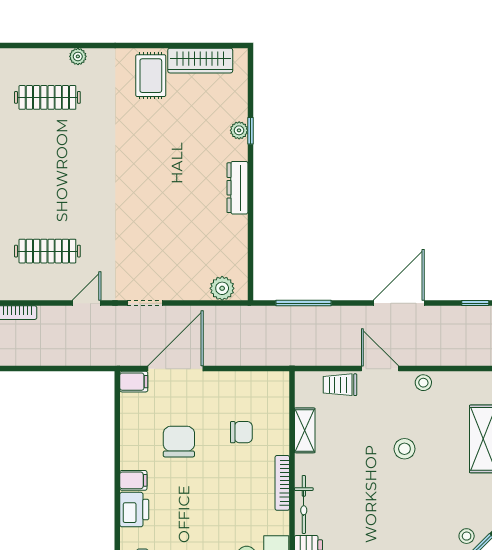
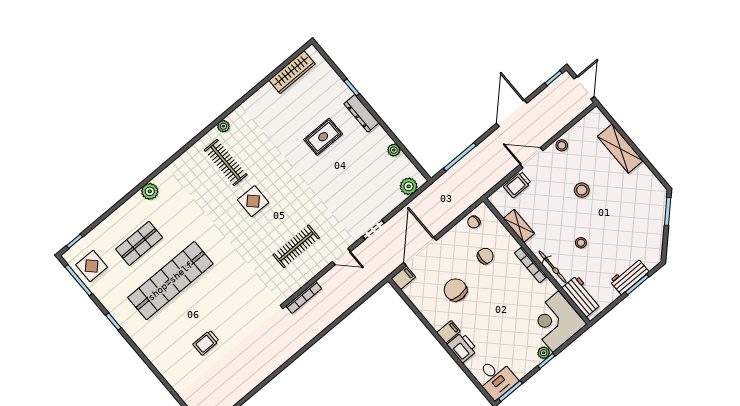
rug: (151, 76) -> (323, 137), moved, turned 90
clothes rail: (47, 97) -> (226, 162), turned 90
plant: (239, 130) -> (394, 150), moved
display table: (42, 164) -> (253, 201), added
dresser: (238, 188) -> (361, 113), moved
door: (87, 303) -> (341, 257), swing flipped
chair: (260, 385) -> (474, 222), added
stool: (467, 536) -> (581, 243), moved

